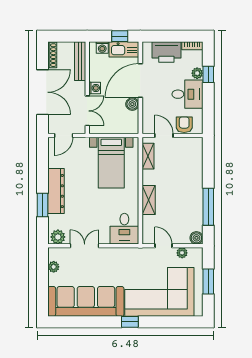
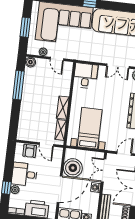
boiler: (132, 104) -> (73, 168), width x1.86, depth x1.86
shelving: (149, 200) -> (63, 108), moved

